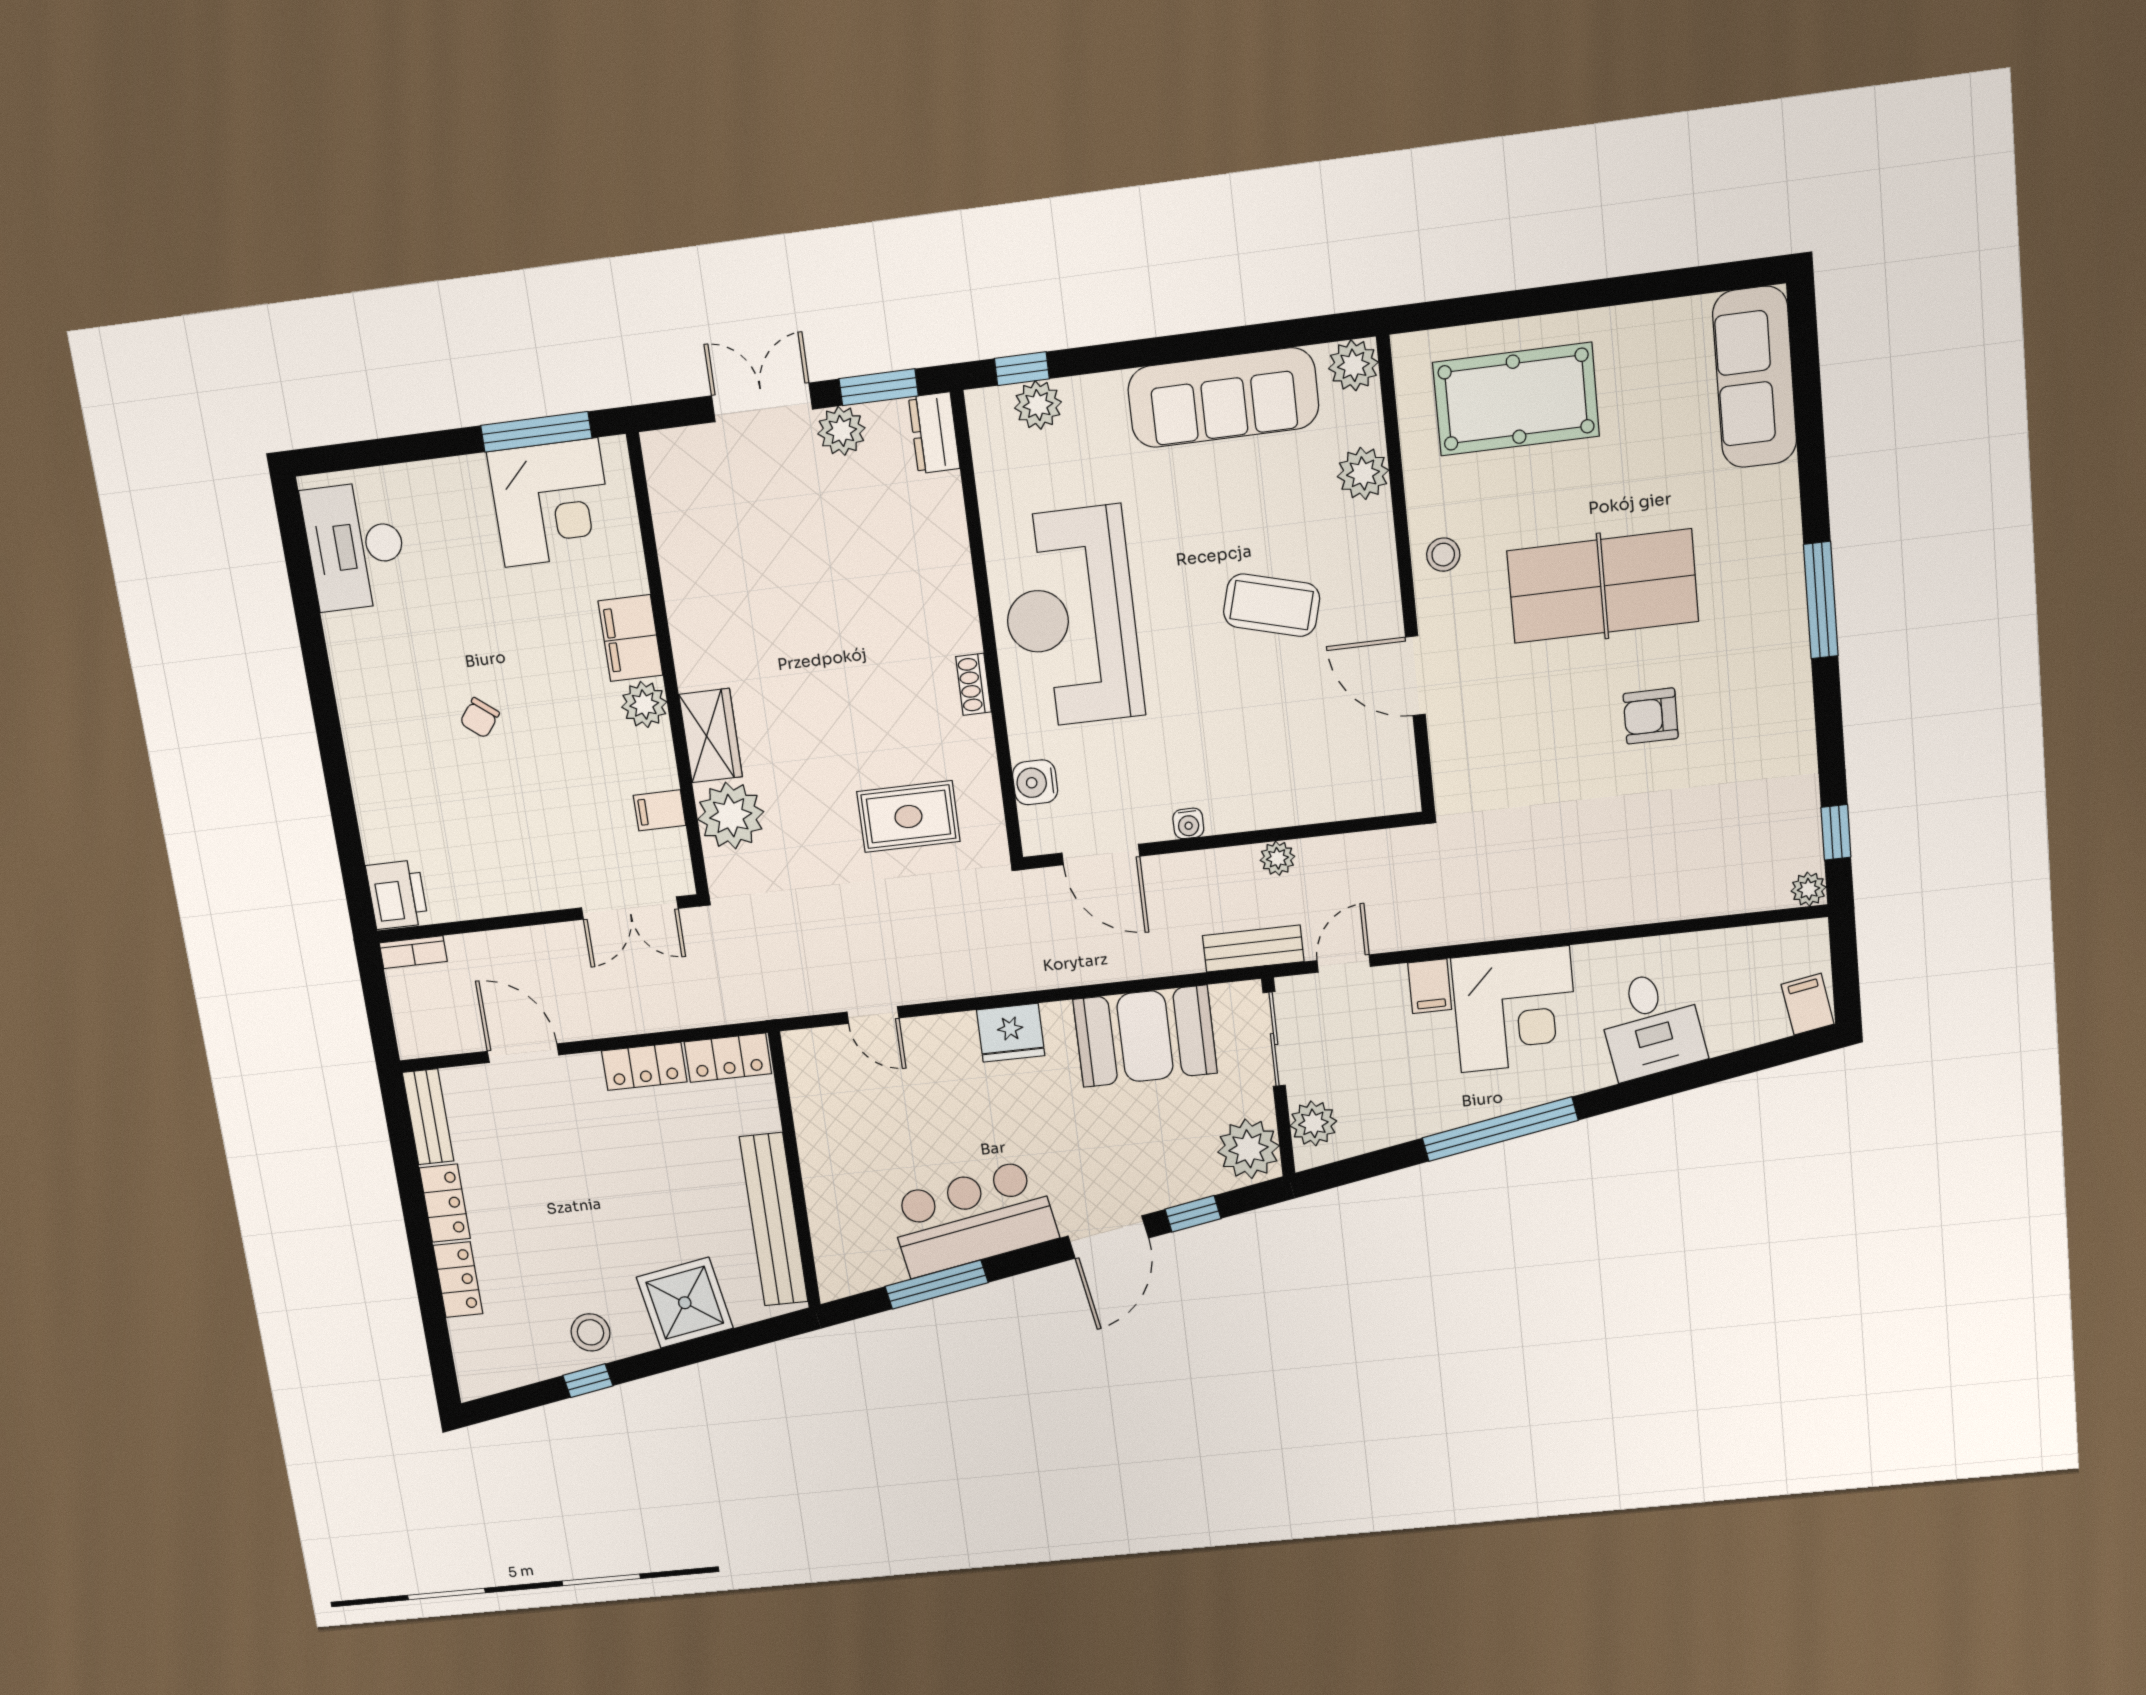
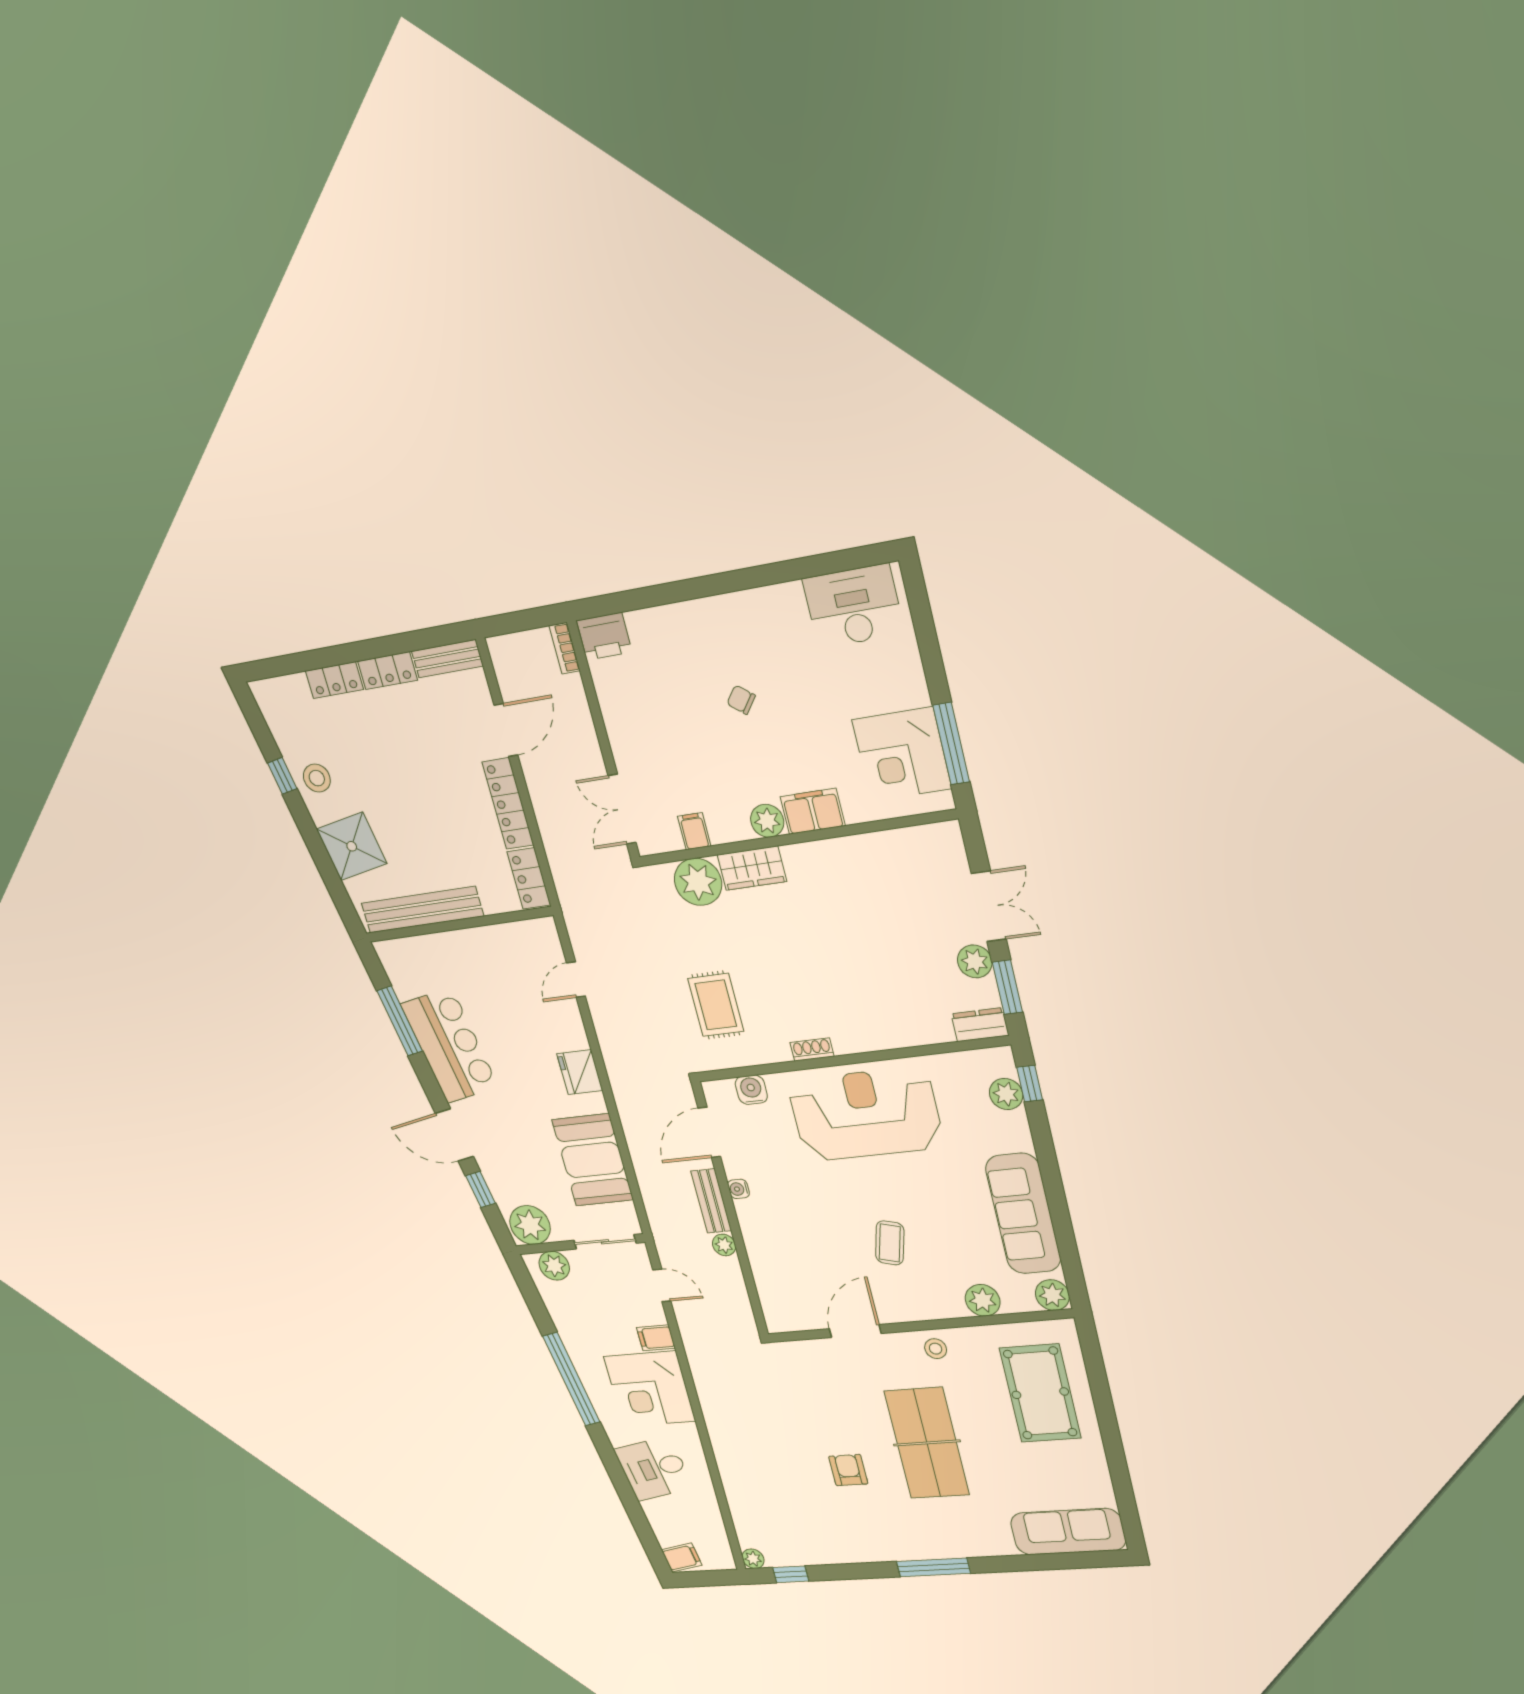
coffee table: (1272, 605) -> (890, 1243), width x0.73, depth x0.77
bench: (1253, 949) -> (711, 1201), moved
locker: (644, 1066) -> (508, 804), width x1.53

